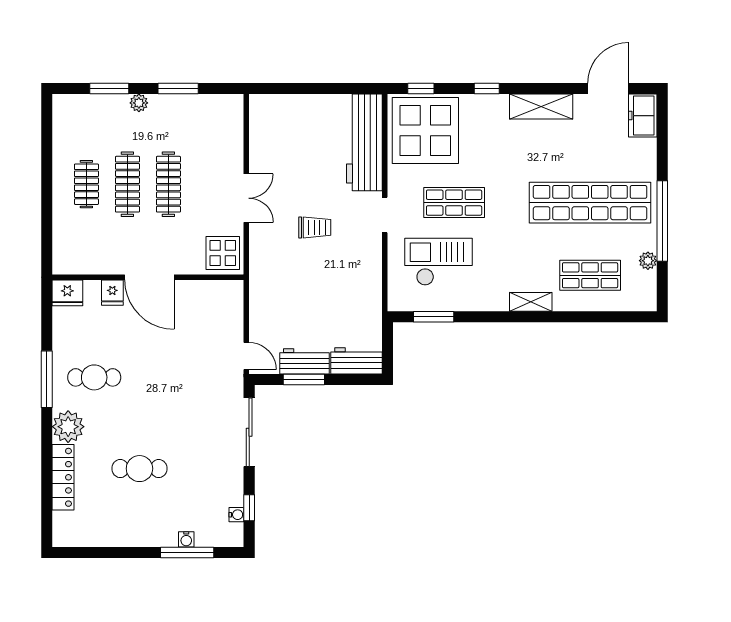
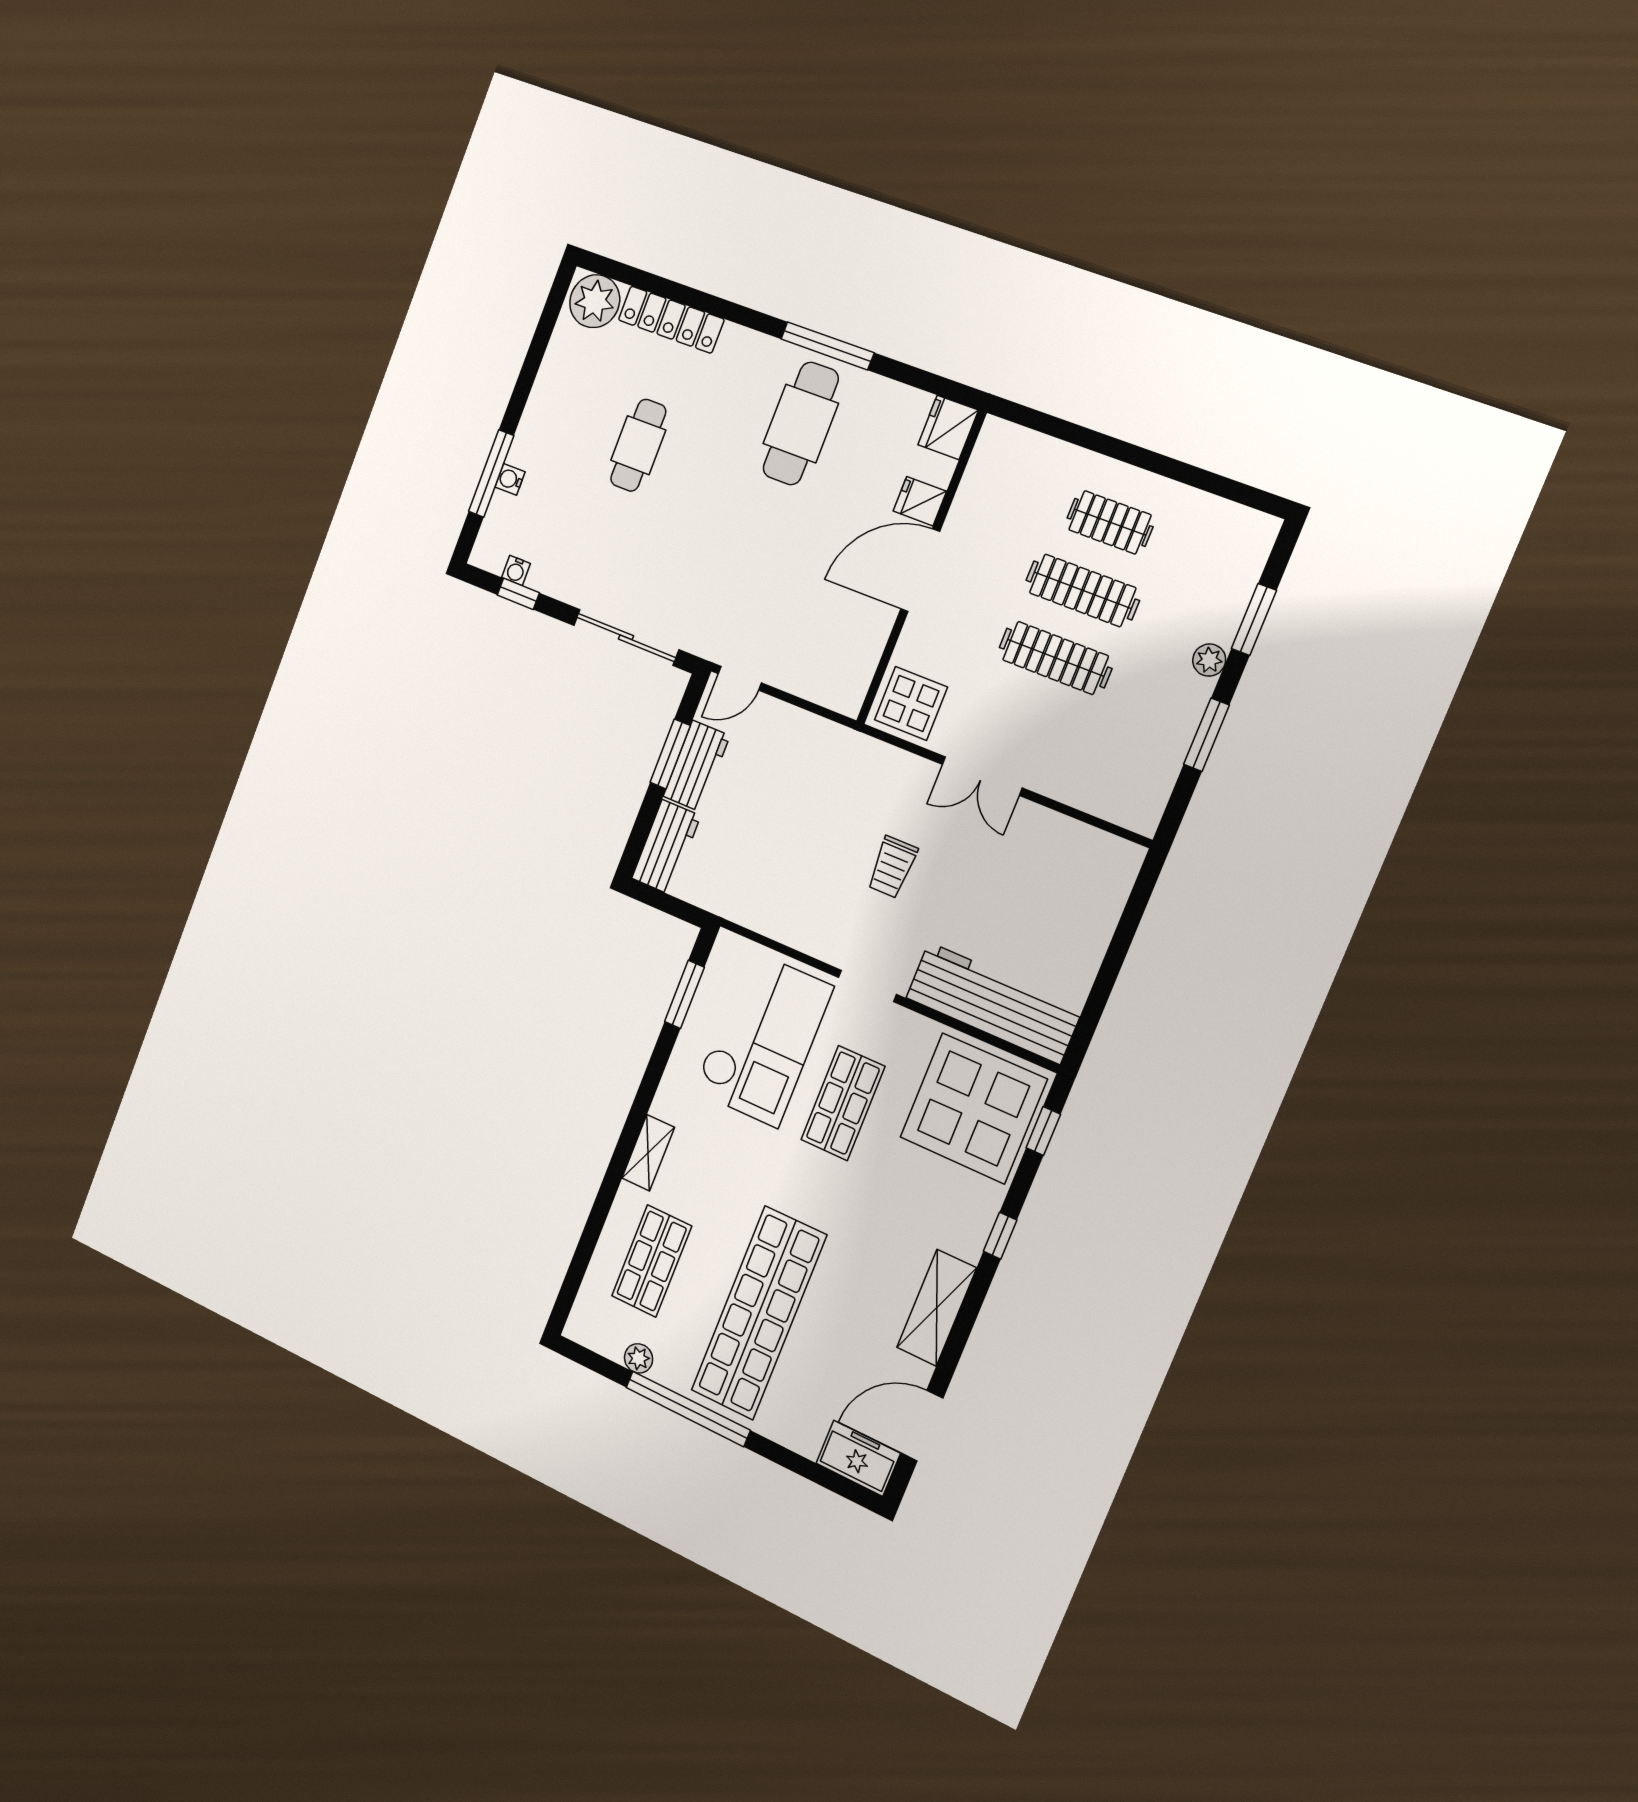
door: (608, 88) -> (922, 1426), swing flipped
checkout: (439, 262) -> (763, 1039), width x1.36, depth x1.21
cafe table: (94, 377) -> (801, 424), width x1.37, depth x1.35
plant: (68, 427) -> (595, 301), moved

